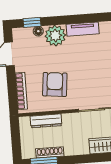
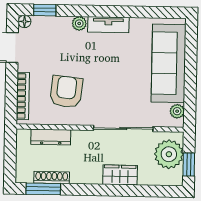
floor lamp: (38, 31) -> (24, 22), moved
plant: (55, 36) -> (79, 23), width x0.53, depth x0.53

